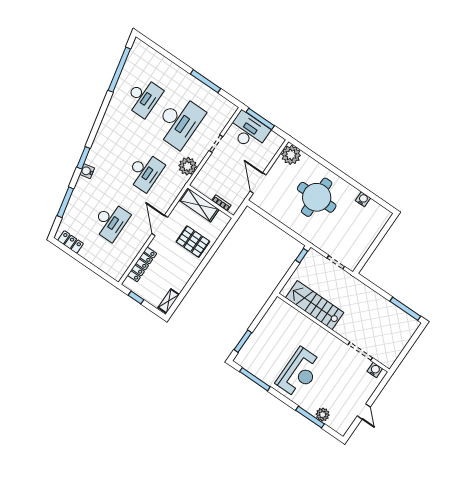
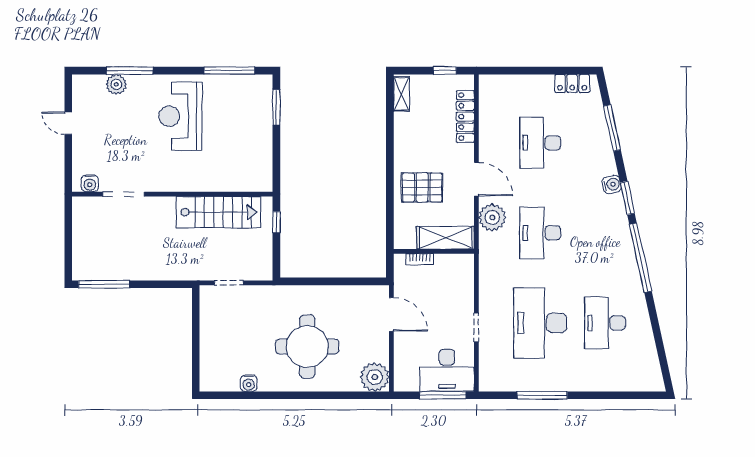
window: (119, 70) -> (640, 258), moved
plant: (188, 166) -> (492, 217), moved
window: (302, 256) -> (276, 222), moved

